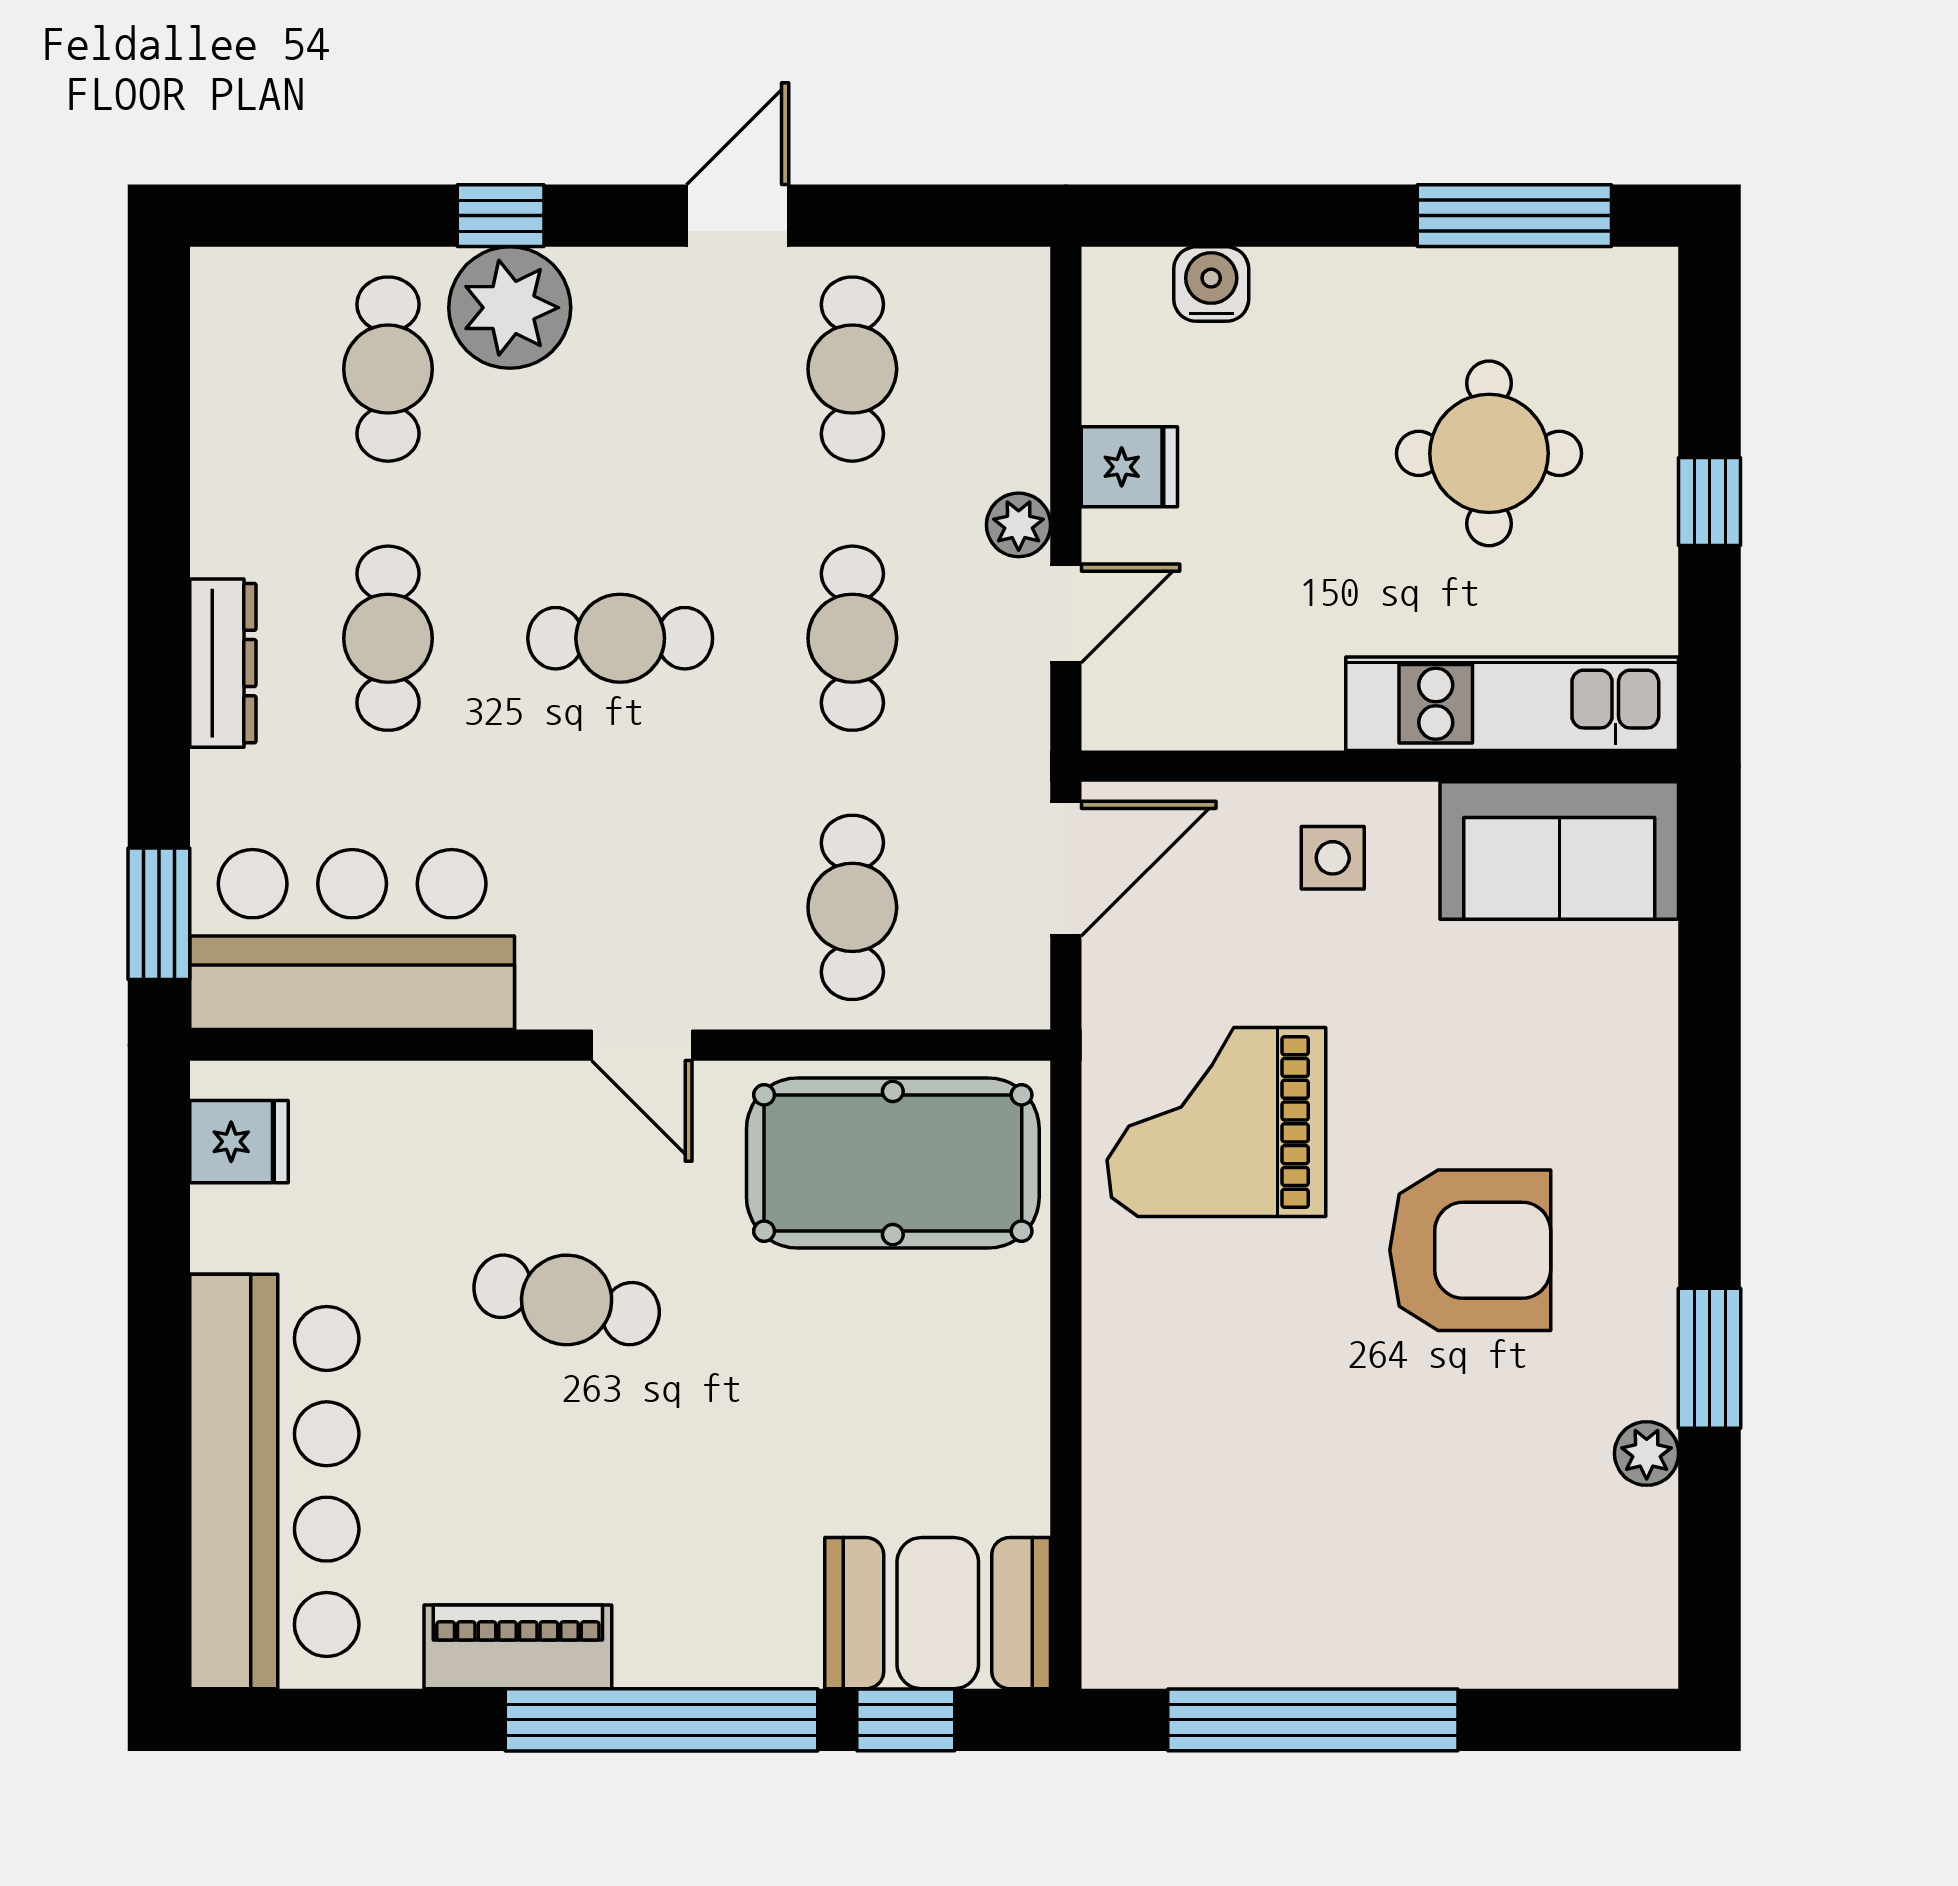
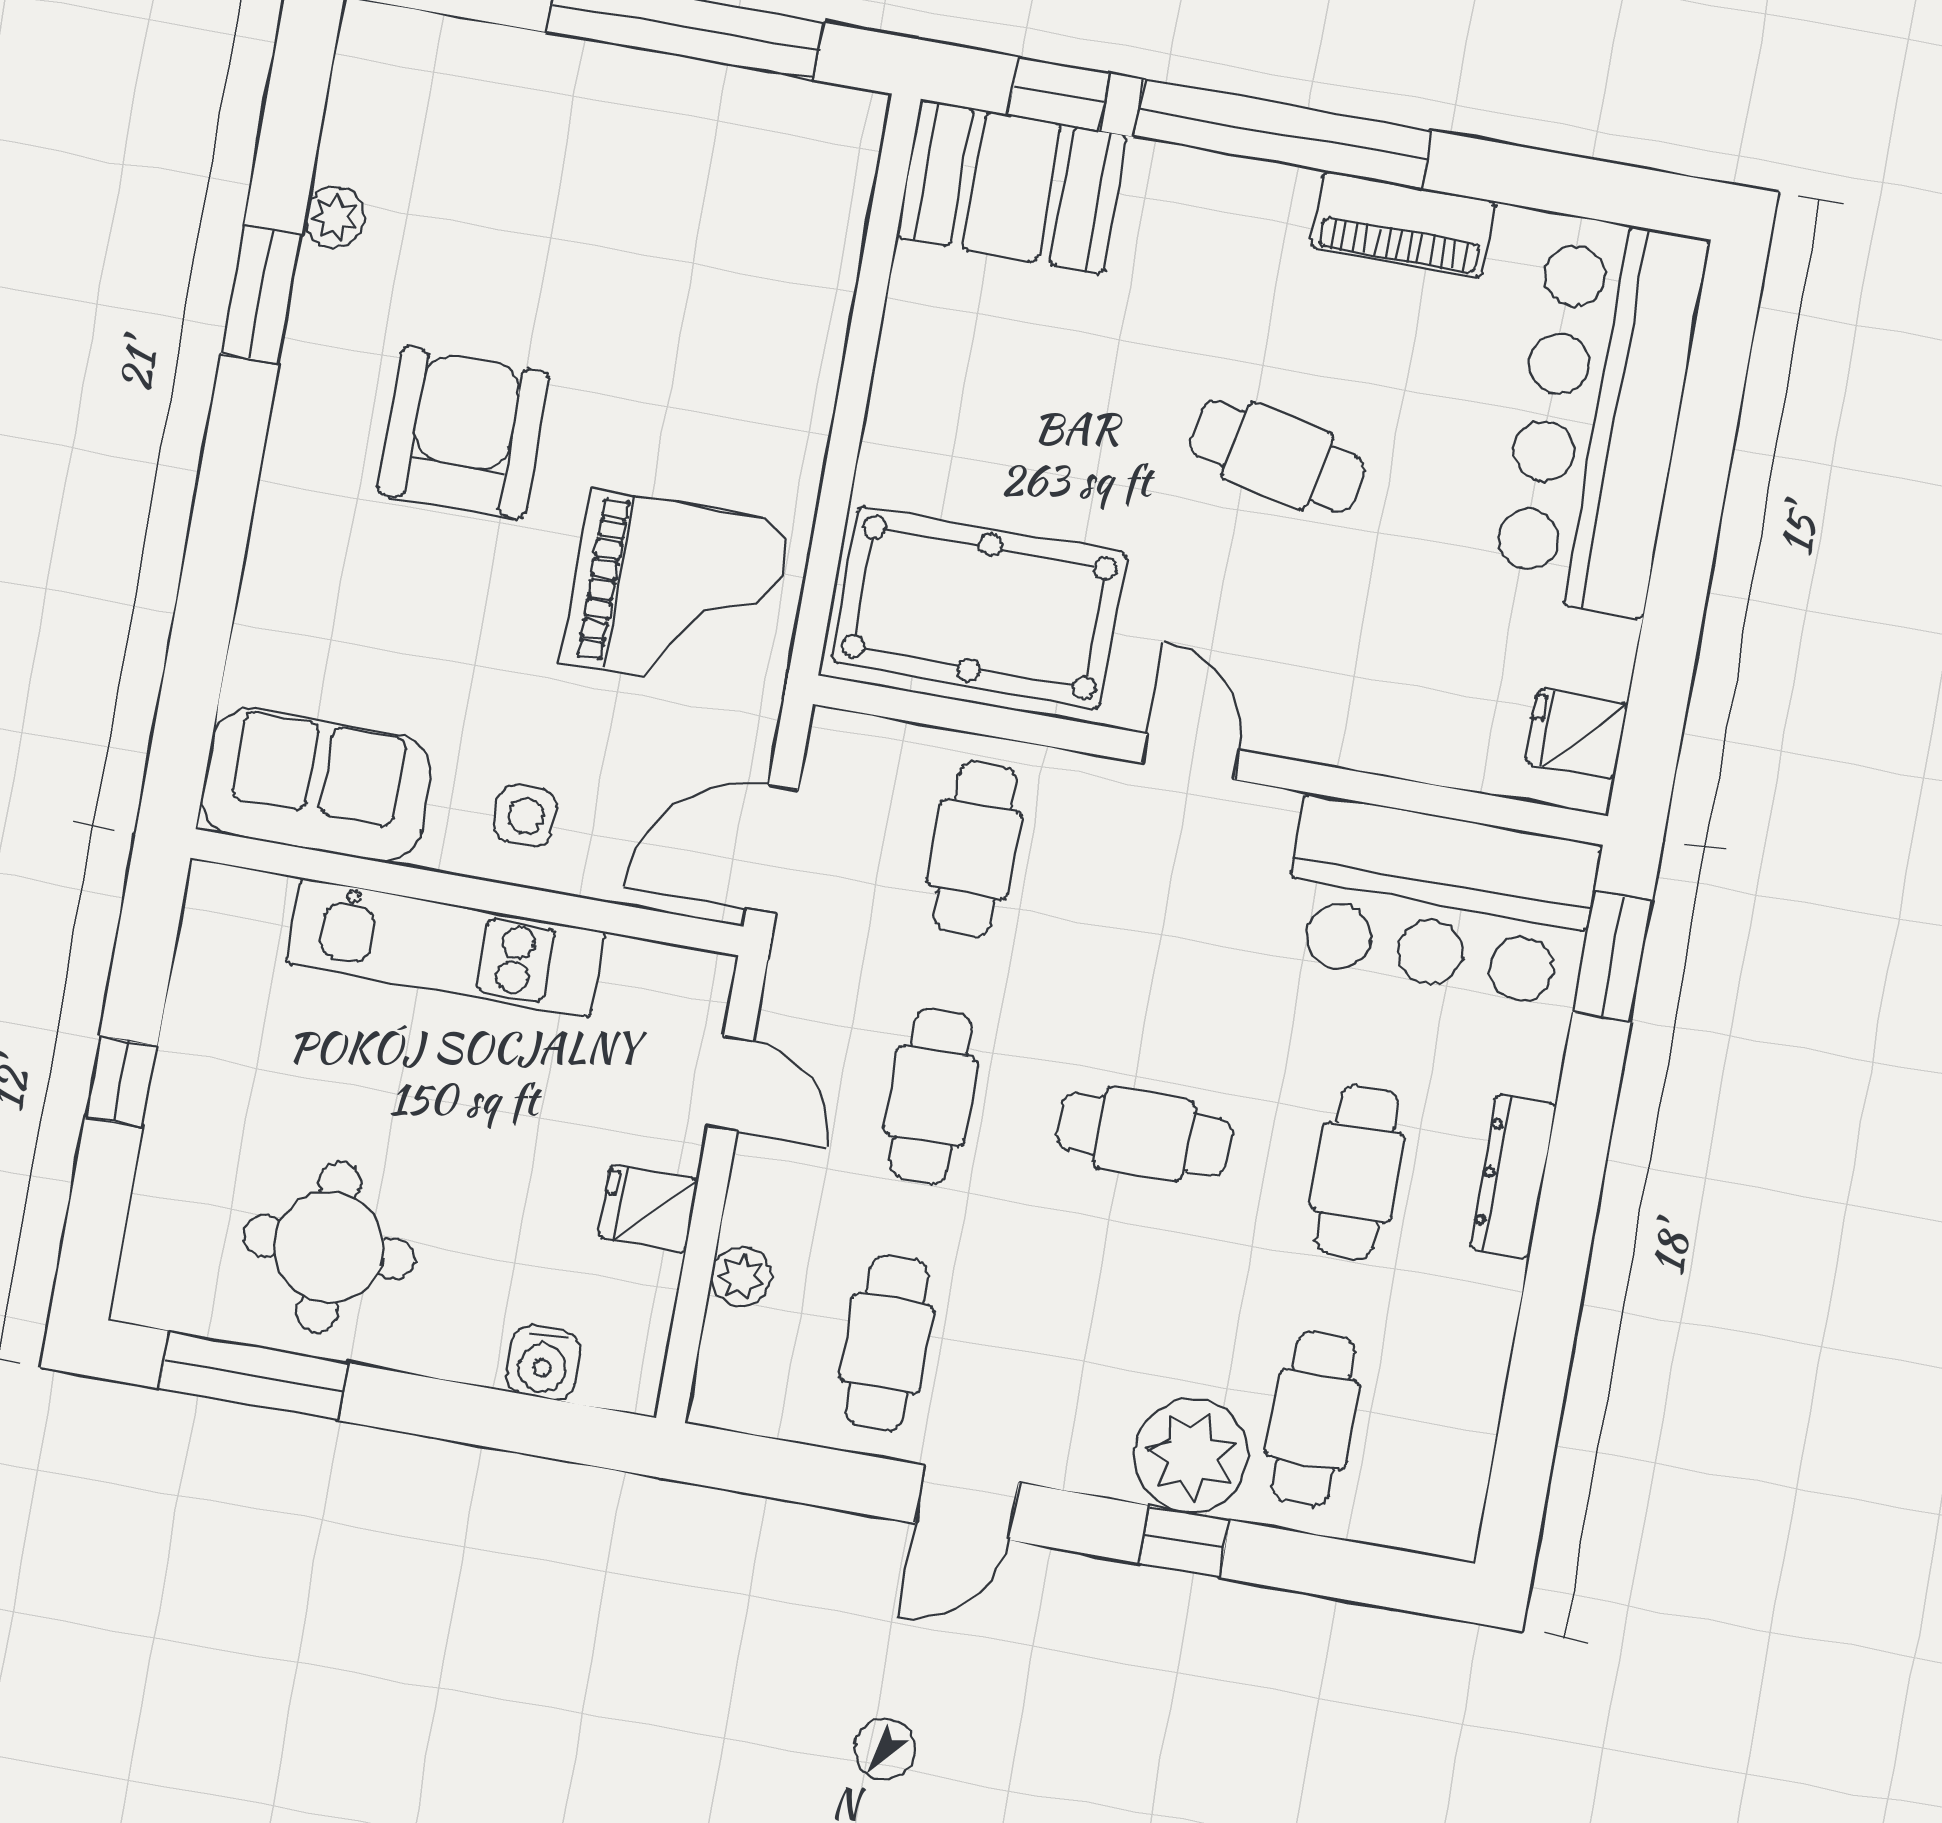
round table: (1489, 453) -> (329, 1247), moved
plant: (1019, 525) -> (741, 1277), moved
door: (1066, 613) -> (730, 1084), swing flipped
kitchen unit: (1512, 704) -> (445, 947), moved
armchair: (1470, 1250) -> (463, 433), turned 90
cafe table: (567, 1300) -> (1277, 456), moved

